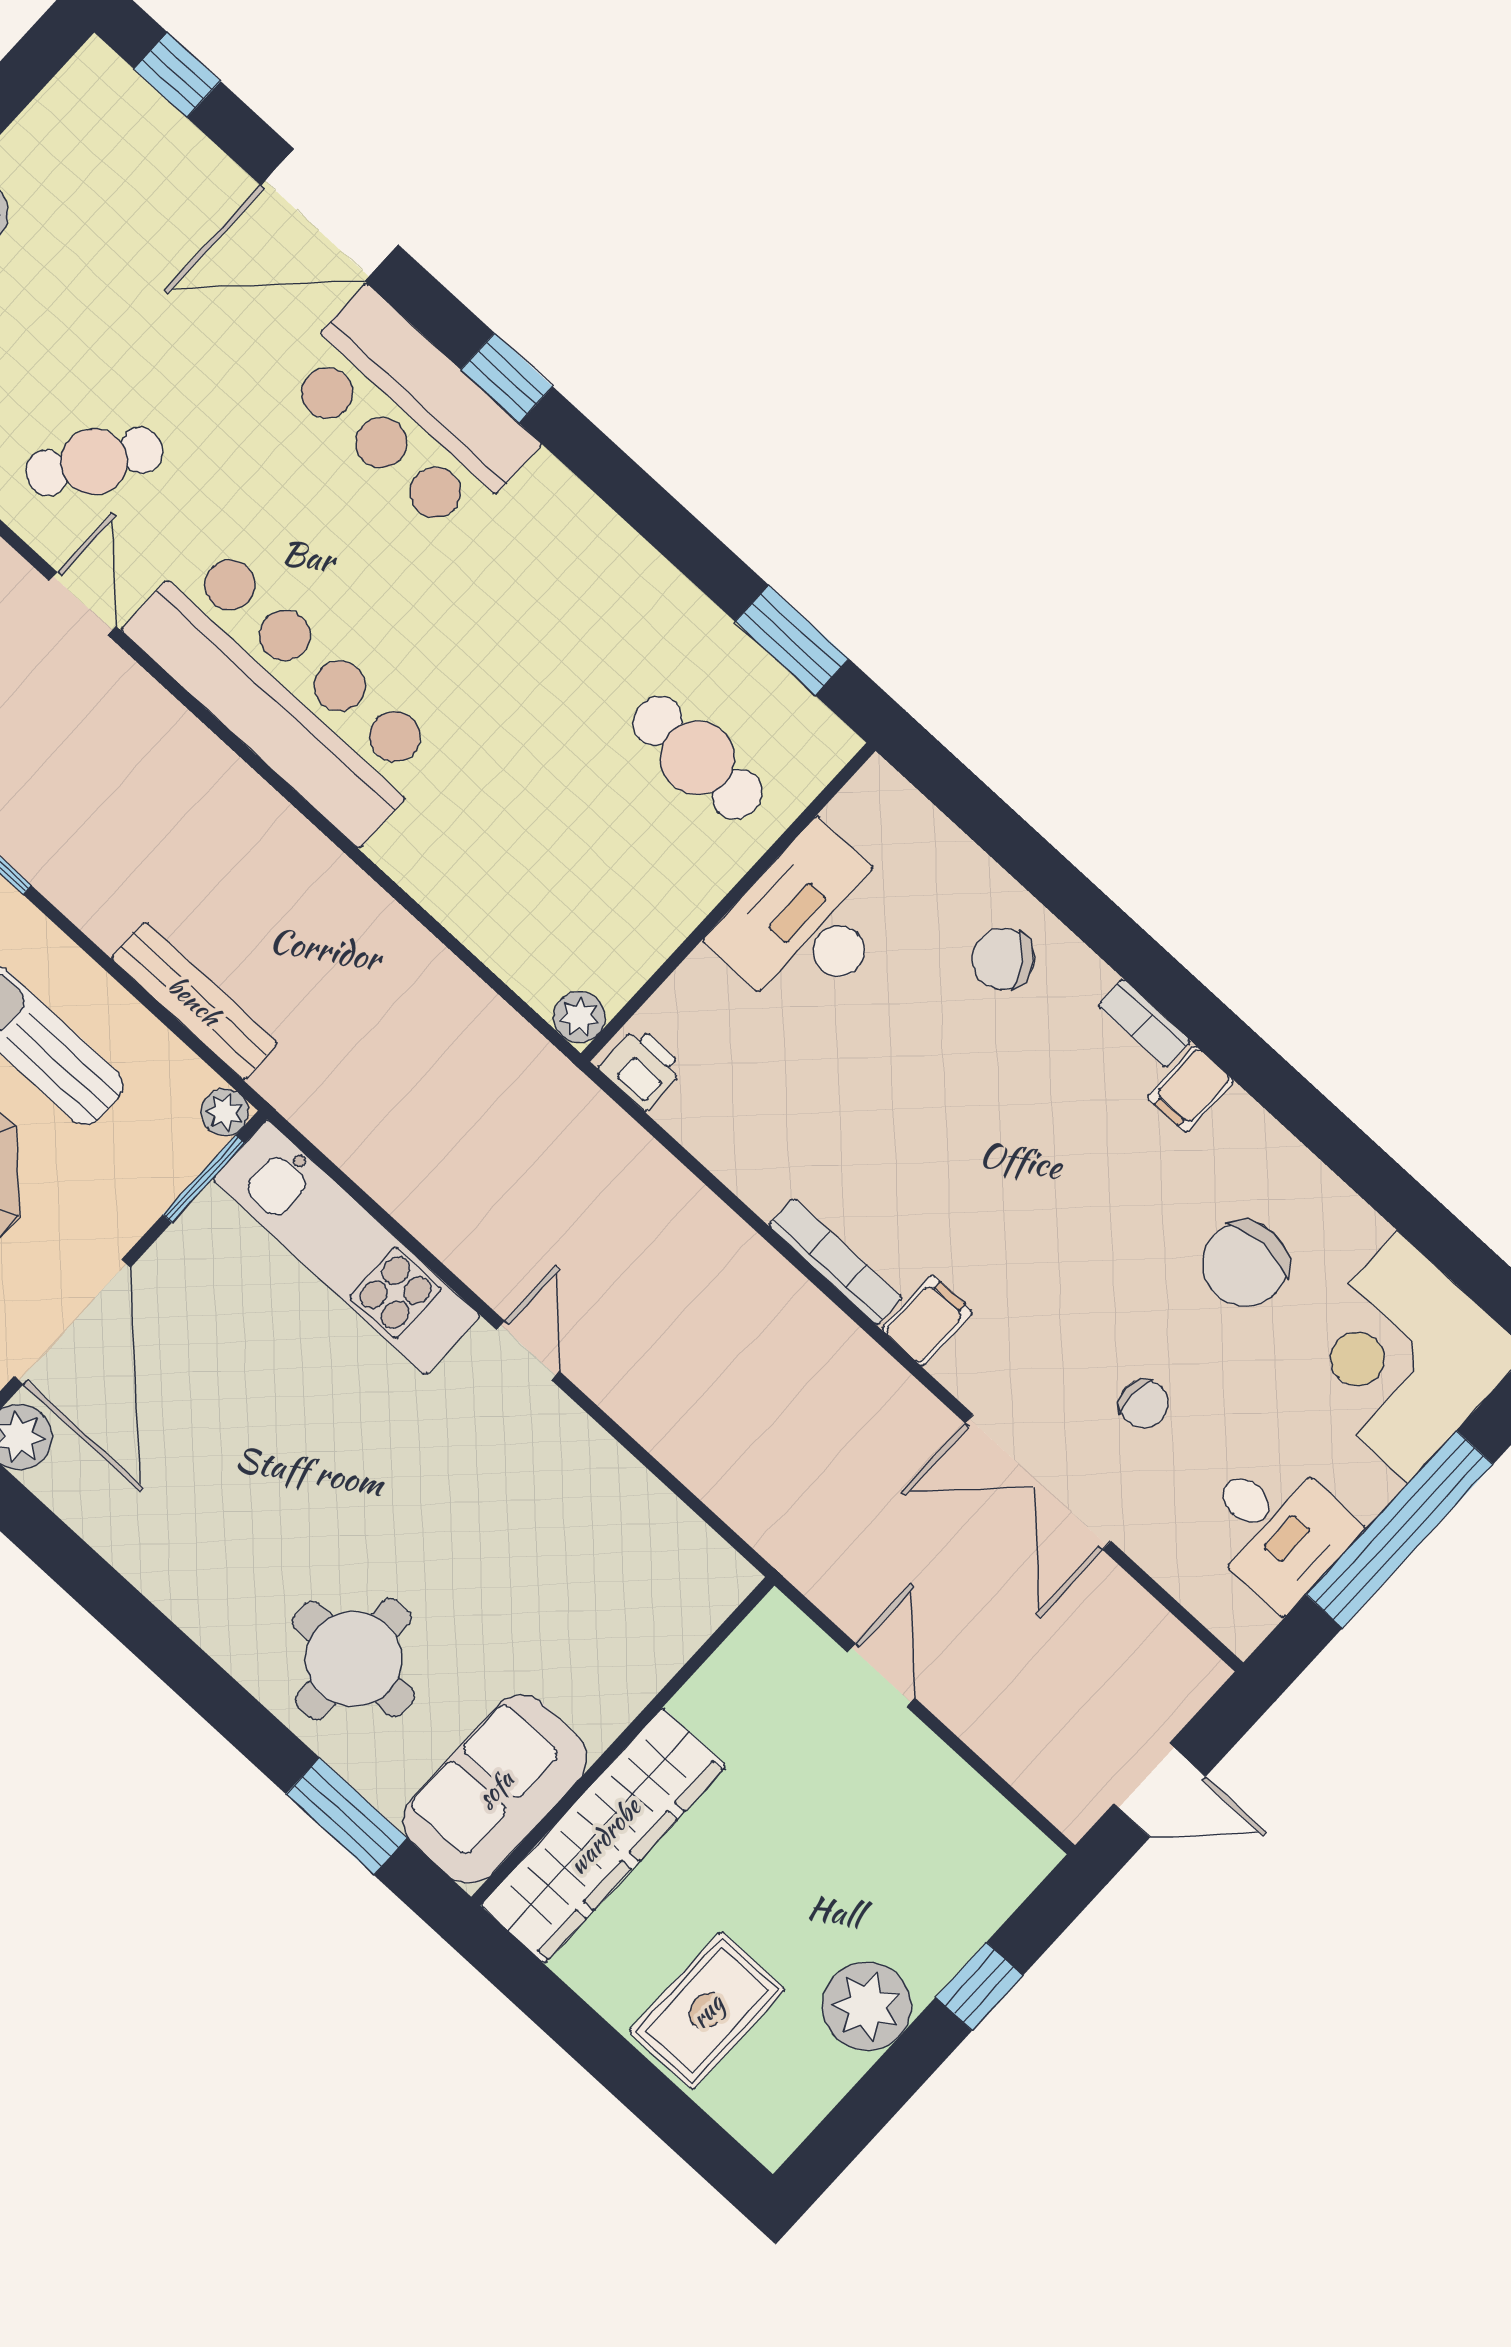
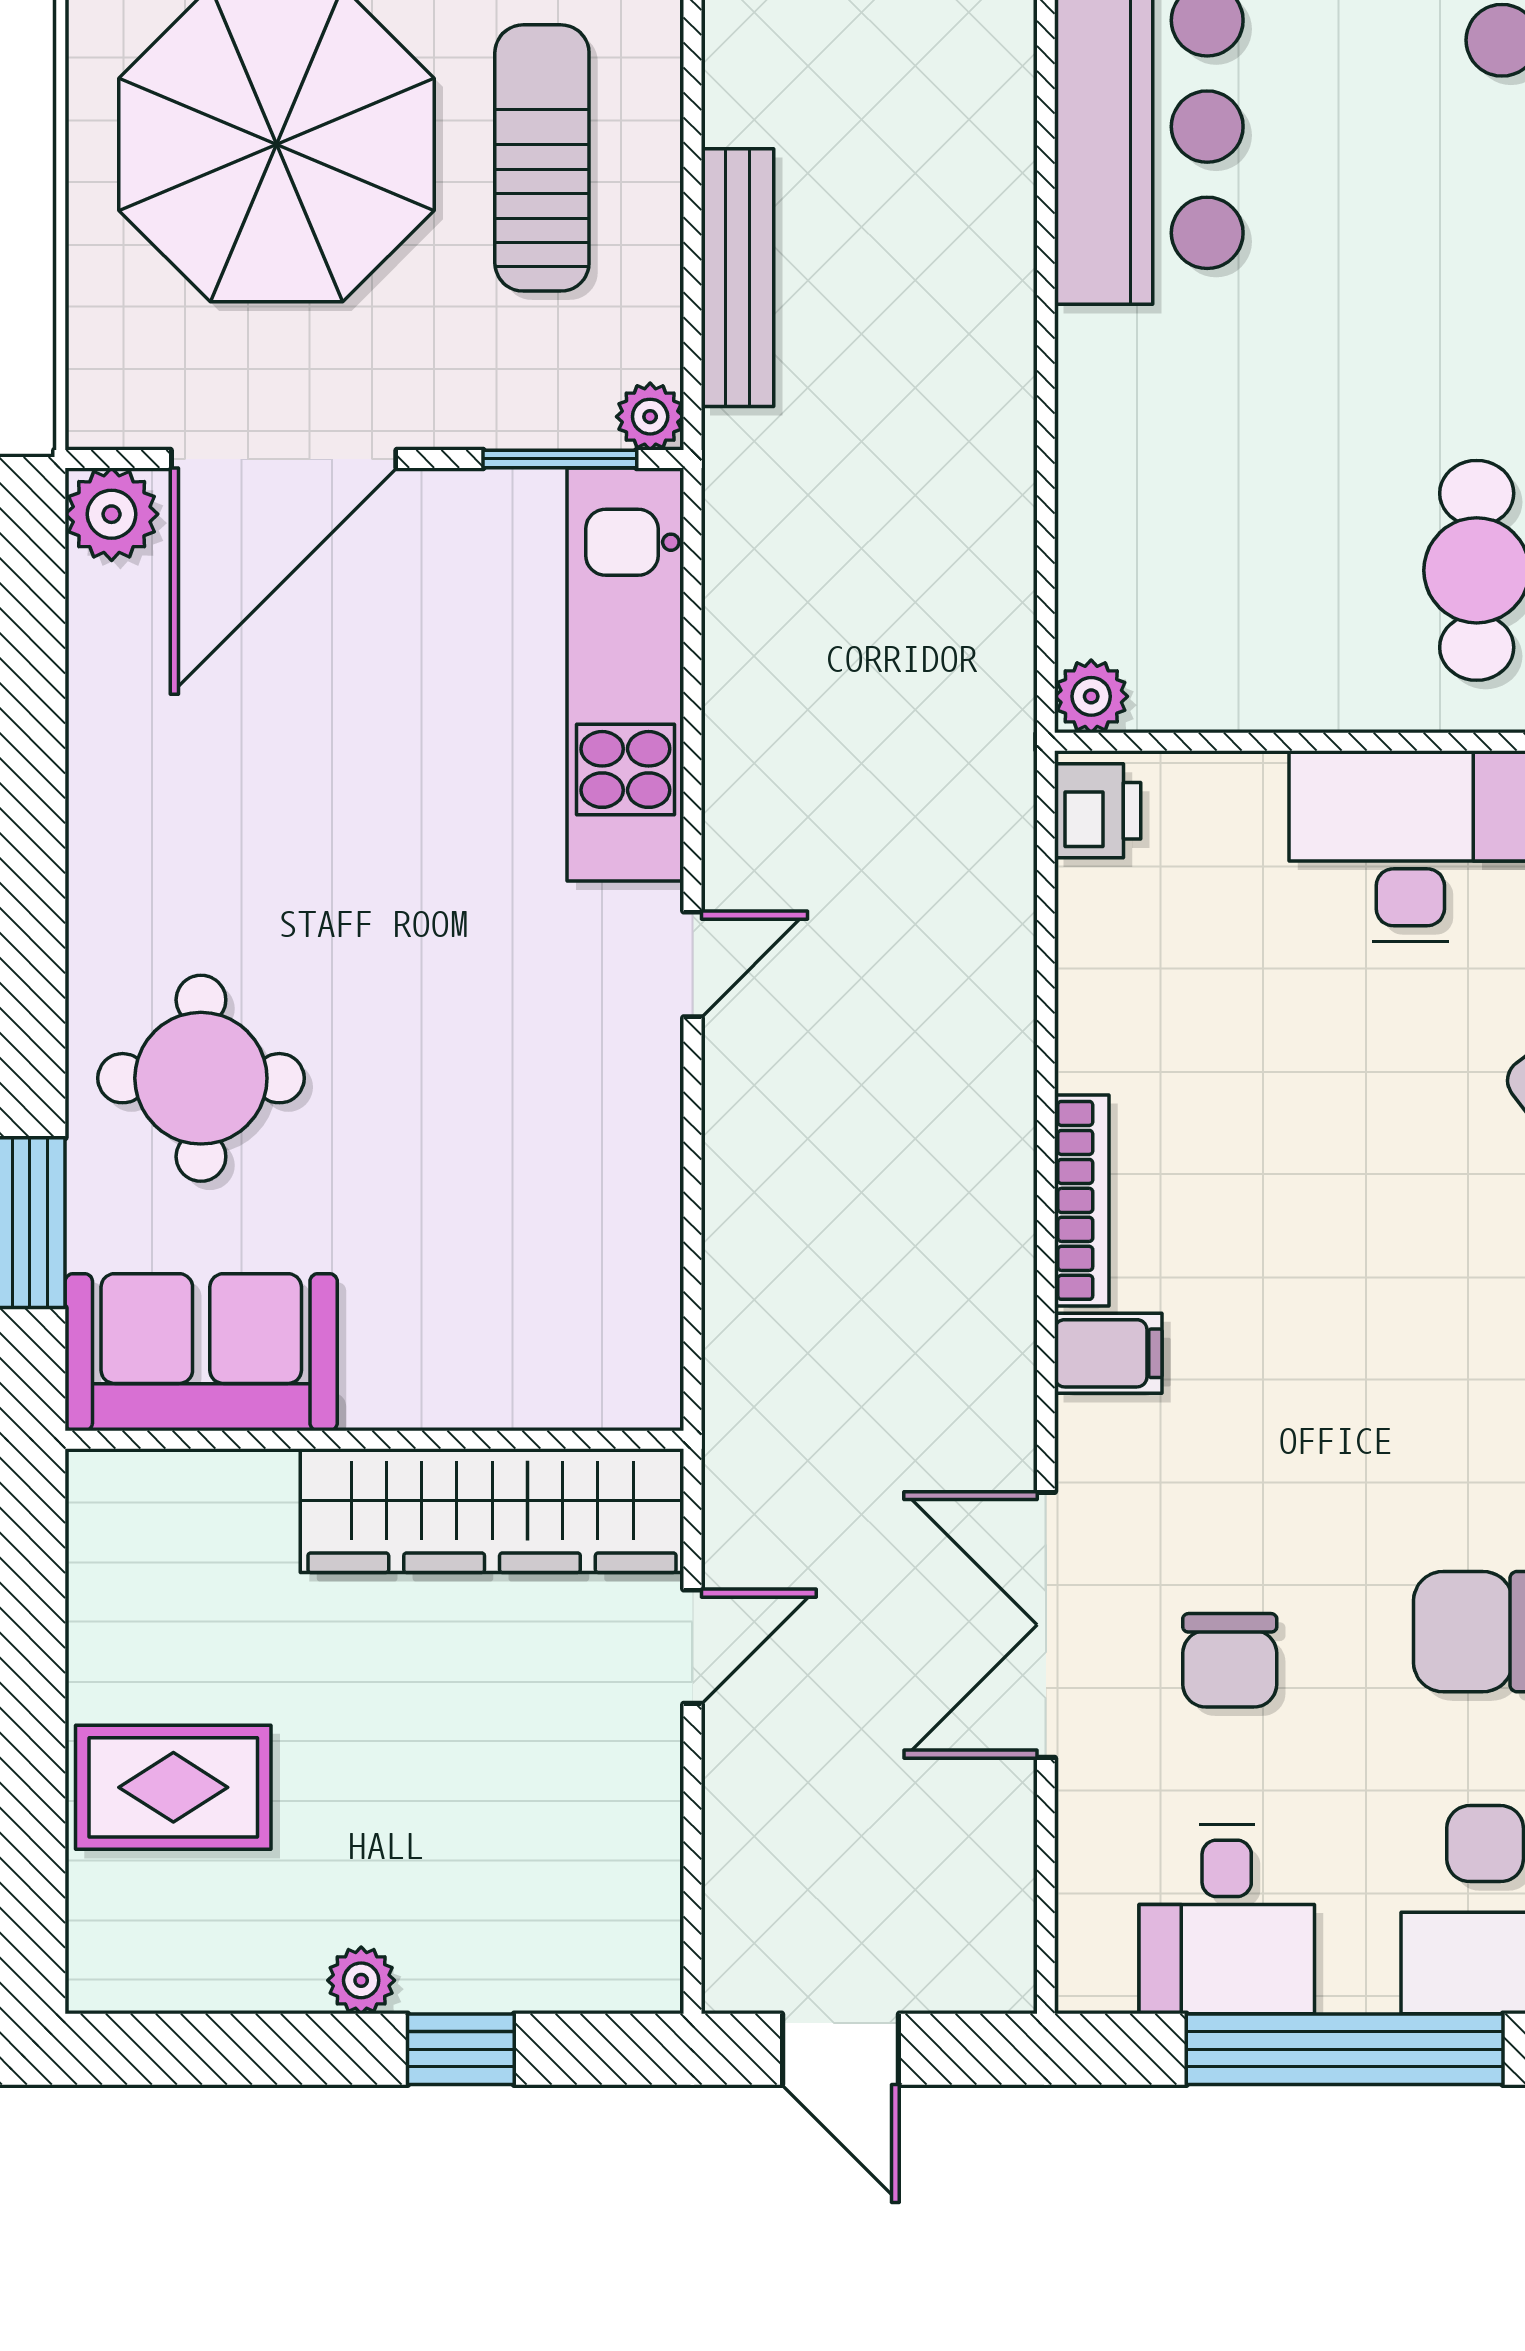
chair: (1144, 1404) -> (1230, 1660), width x1.37, depth x1.37
wardrobe: (604, 1836) -> (492, 1511), moved
plant: (867, 2006) -> (361, 1980), width x0.53, depth x0.53

